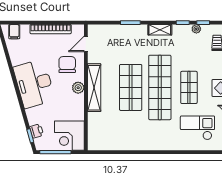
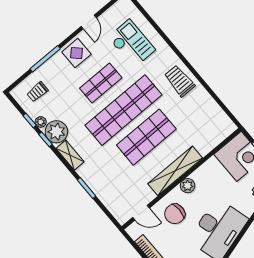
plant: (182, 34) -> (56, 132), added
checkout: (197, 128) -> (132, 44), turned 180
trolley: (149, 138) -> (180, 81), added

